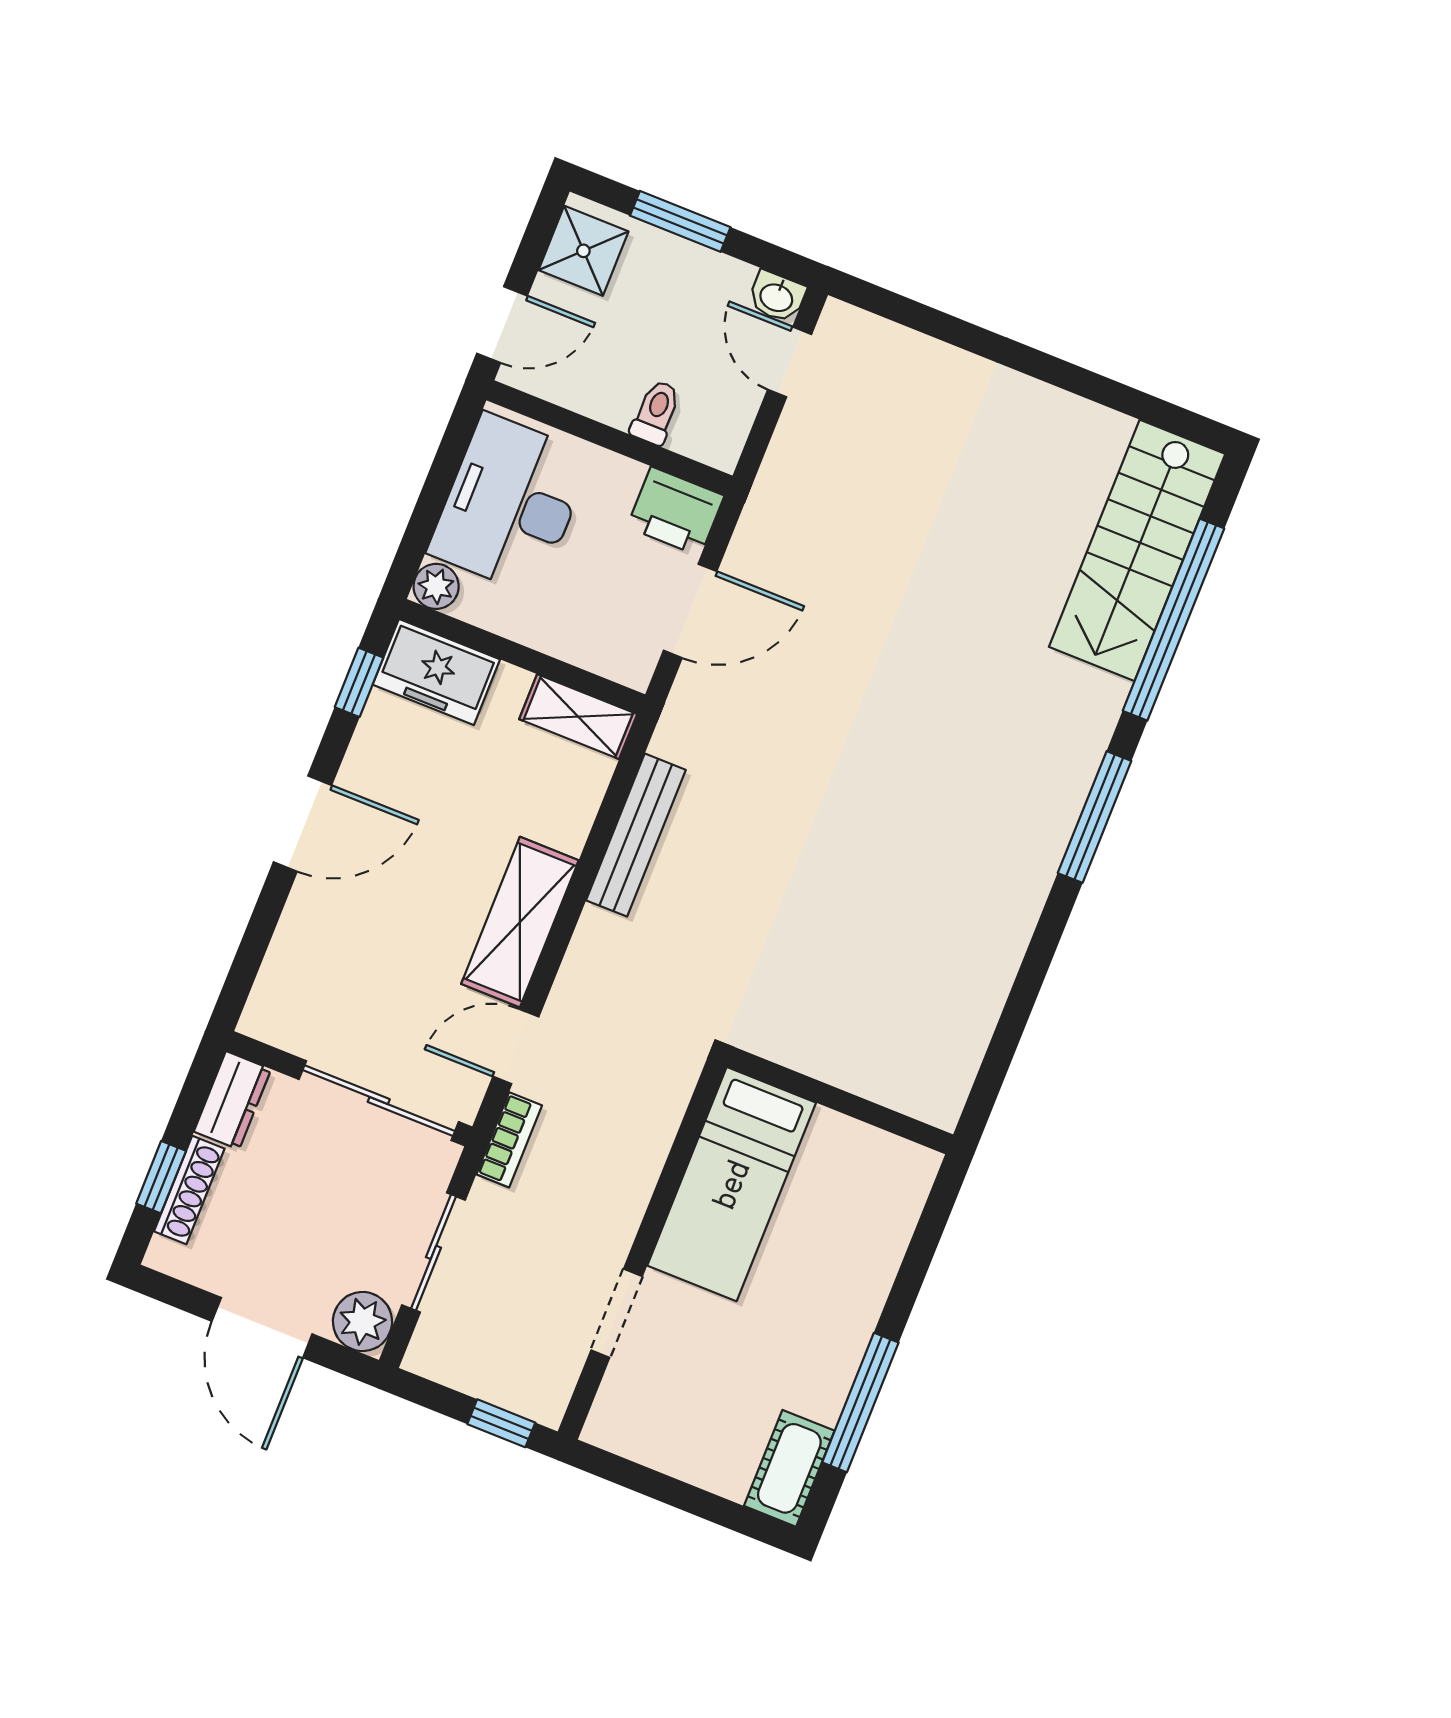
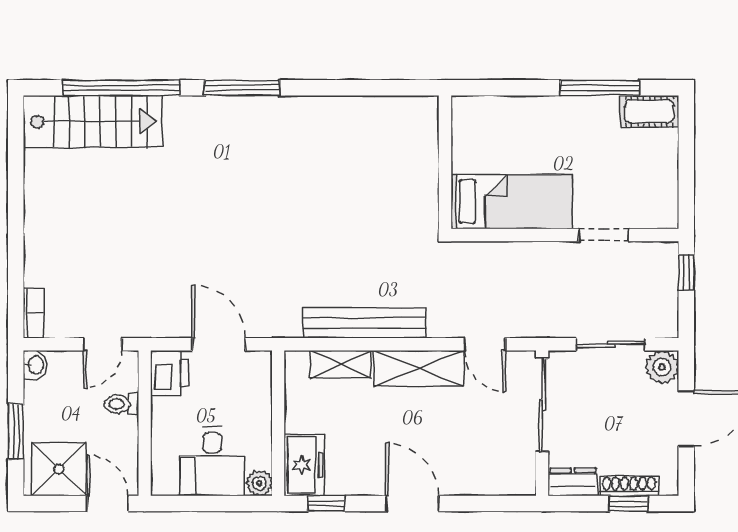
shower: (583, 251) -> (59, 469), width x1.36, depth x1.36
door: (790, 362) -> (103, 344), moved
desk: (510, 504) -> (212, 461), width x0.73
shelving: (578, 717) -> (340, 364), moved, turned 90
bench: (636, 835) -> (365, 323), width x1.37, depth x1.21
bookcase: (509, 1140) -> (33, 313), moved, turned 90

